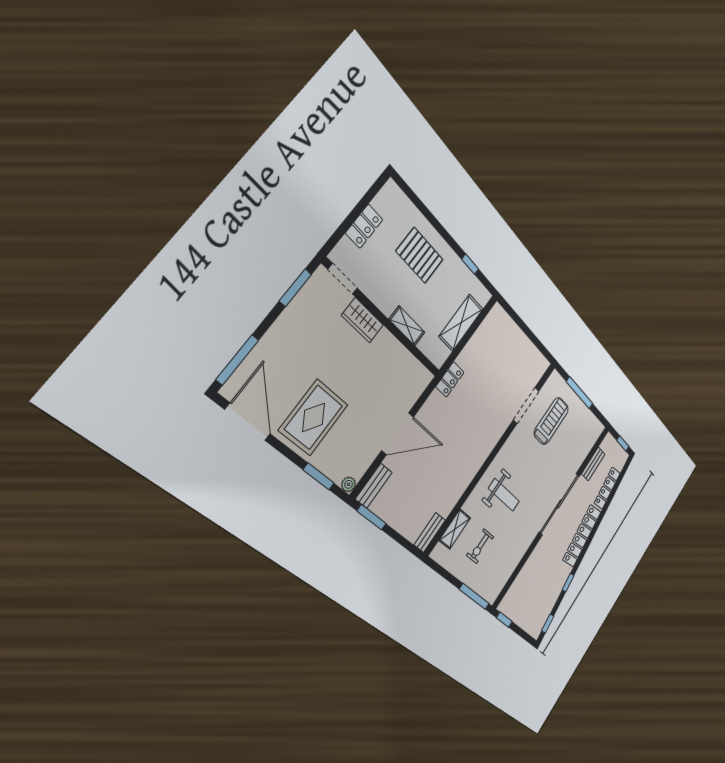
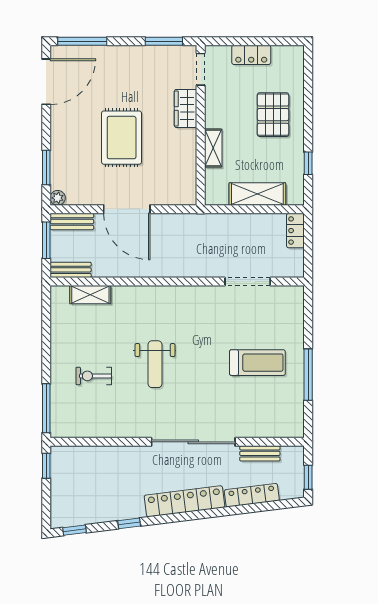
locker: (450, 379) -> (295, 231), moved, turned 90
doorway: (526, 406) -> (248, 282), moved
rug: (314, 417) -> (122, 138), moved, turned 90
wall: (492, 457) -> (177, 282), moved
shelving: (455, 529) -> (90, 295), moved
bench: (430, 532) -> (71, 270), moved

